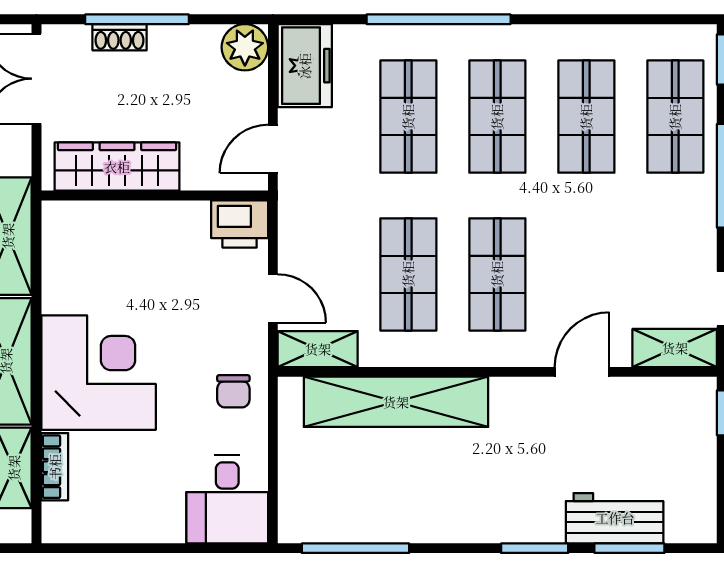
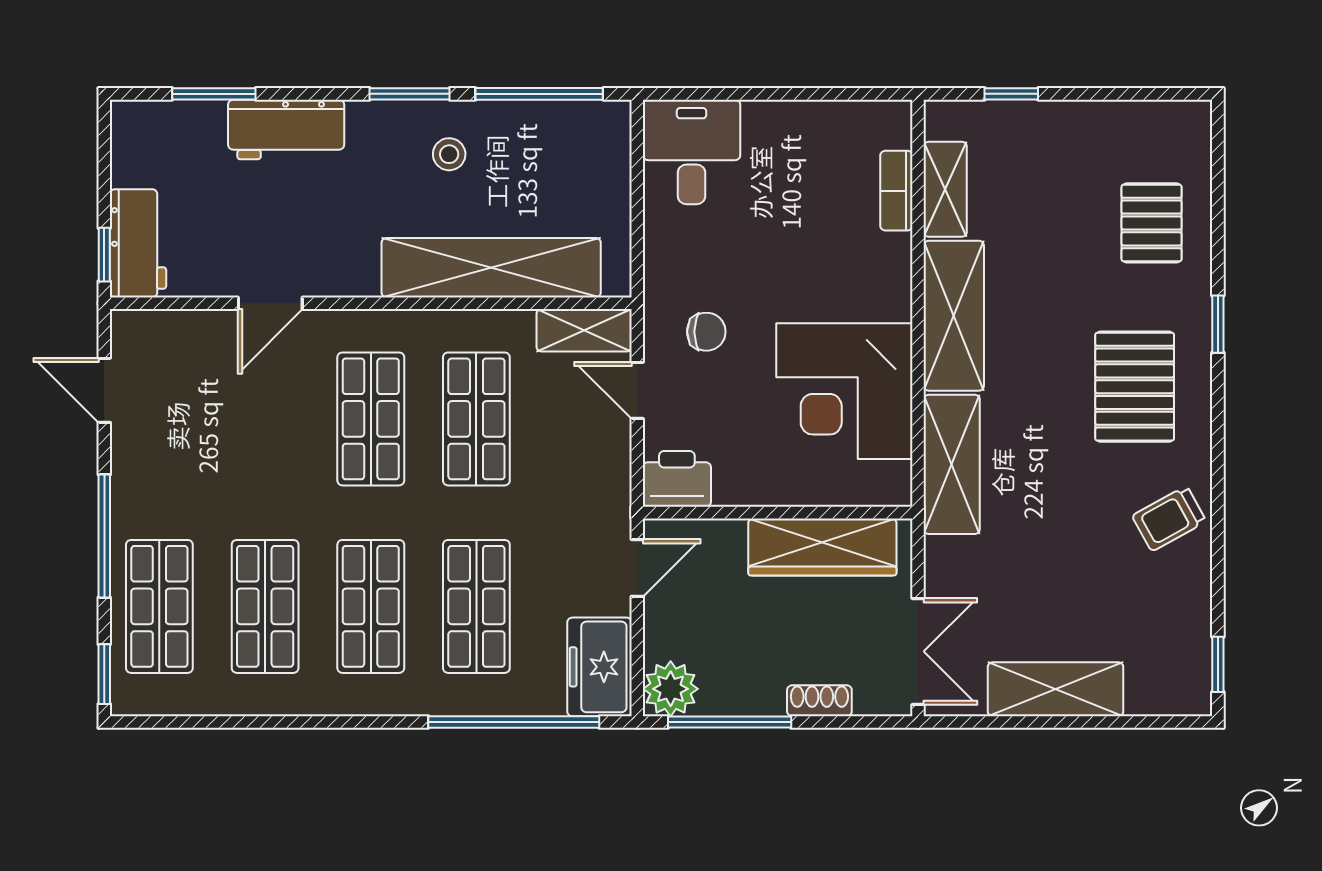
window: (137, 19) -> (730, 722), moved
window: (439, 19) -> (514, 722), moved
shelving: (675, 348) -> (160, 332), removed
corner desk: (99, 373) -> (844, 391), moved
chair: (233, 391) -> (706, 332), moved, turned 90
workbench: (693, 422) -> (138, 243), added
stool: (431, 497) -> (449, 154), added
workbench: (615, 518) -> (286, 129), moved
window: (535, 548) -> (410, 94), moved

